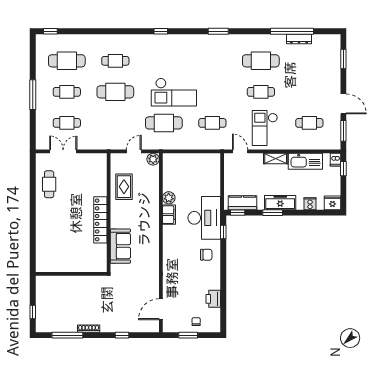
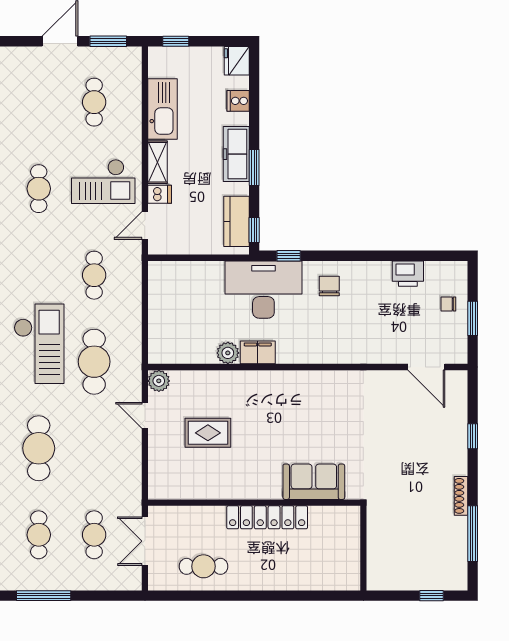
dishwasher: (335, 160) -> (160, 194), moved
wall: (109, 213) -> (254, 503), moved
locker: (100, 220) -> (267, 517), moved
sofa: (120, 246) -> (314, 482), moved

